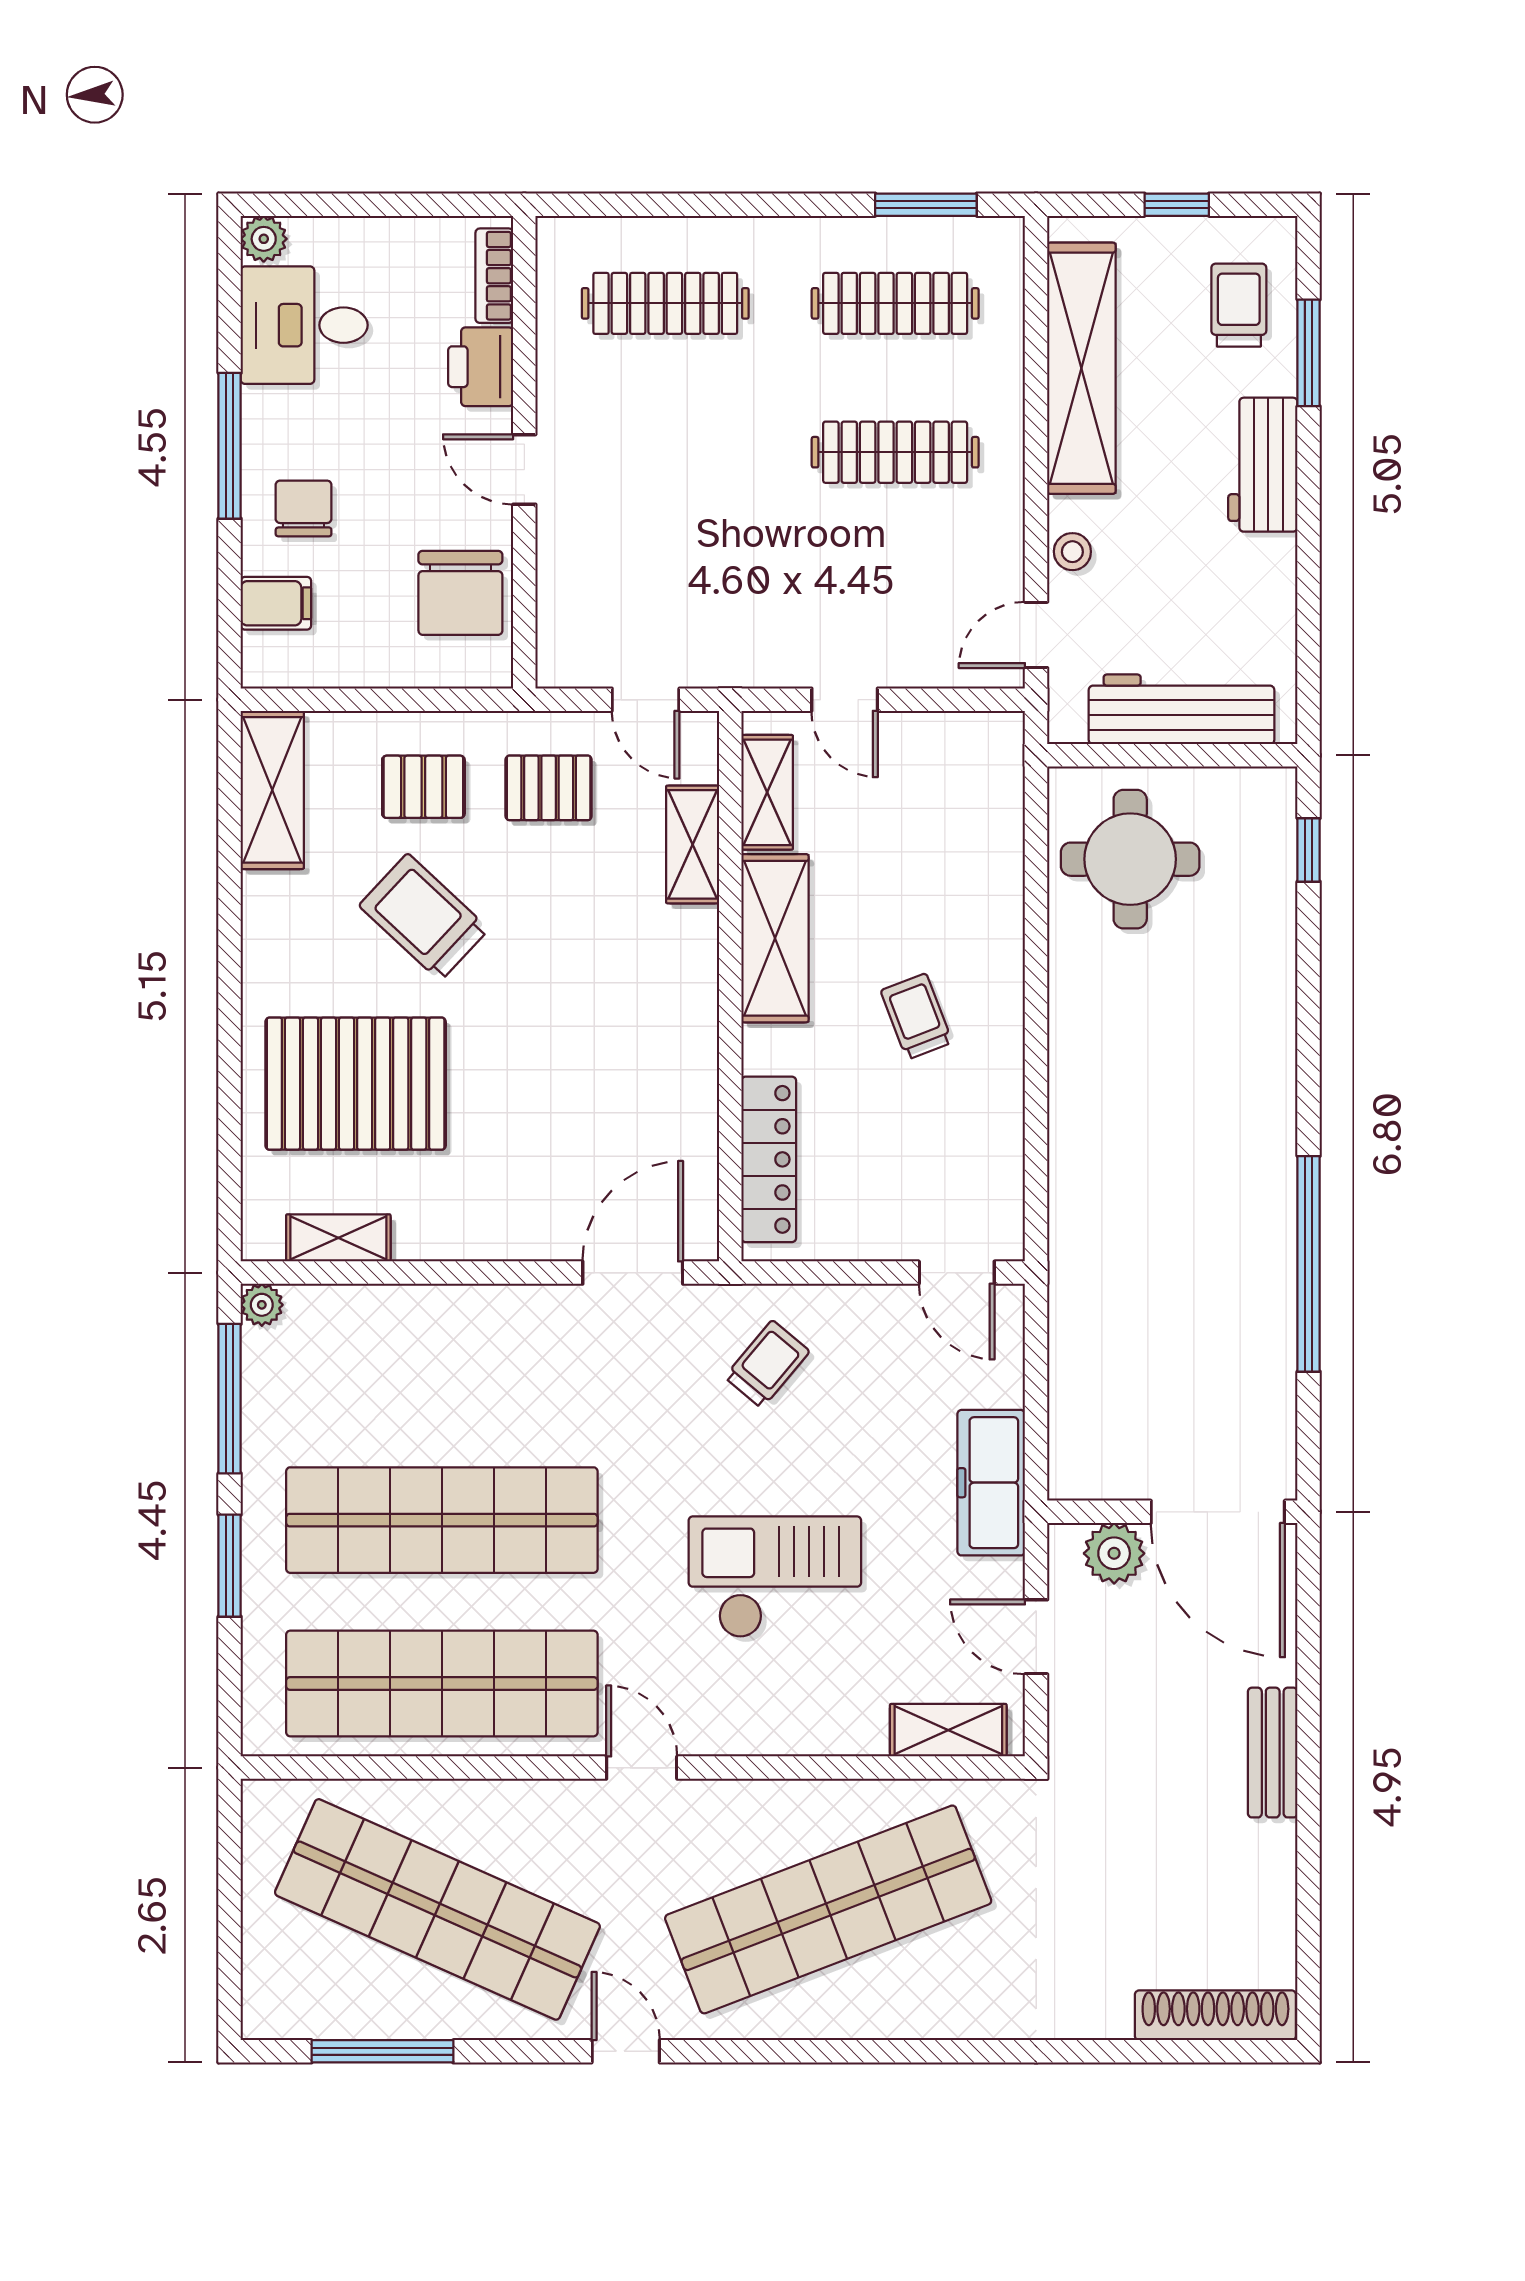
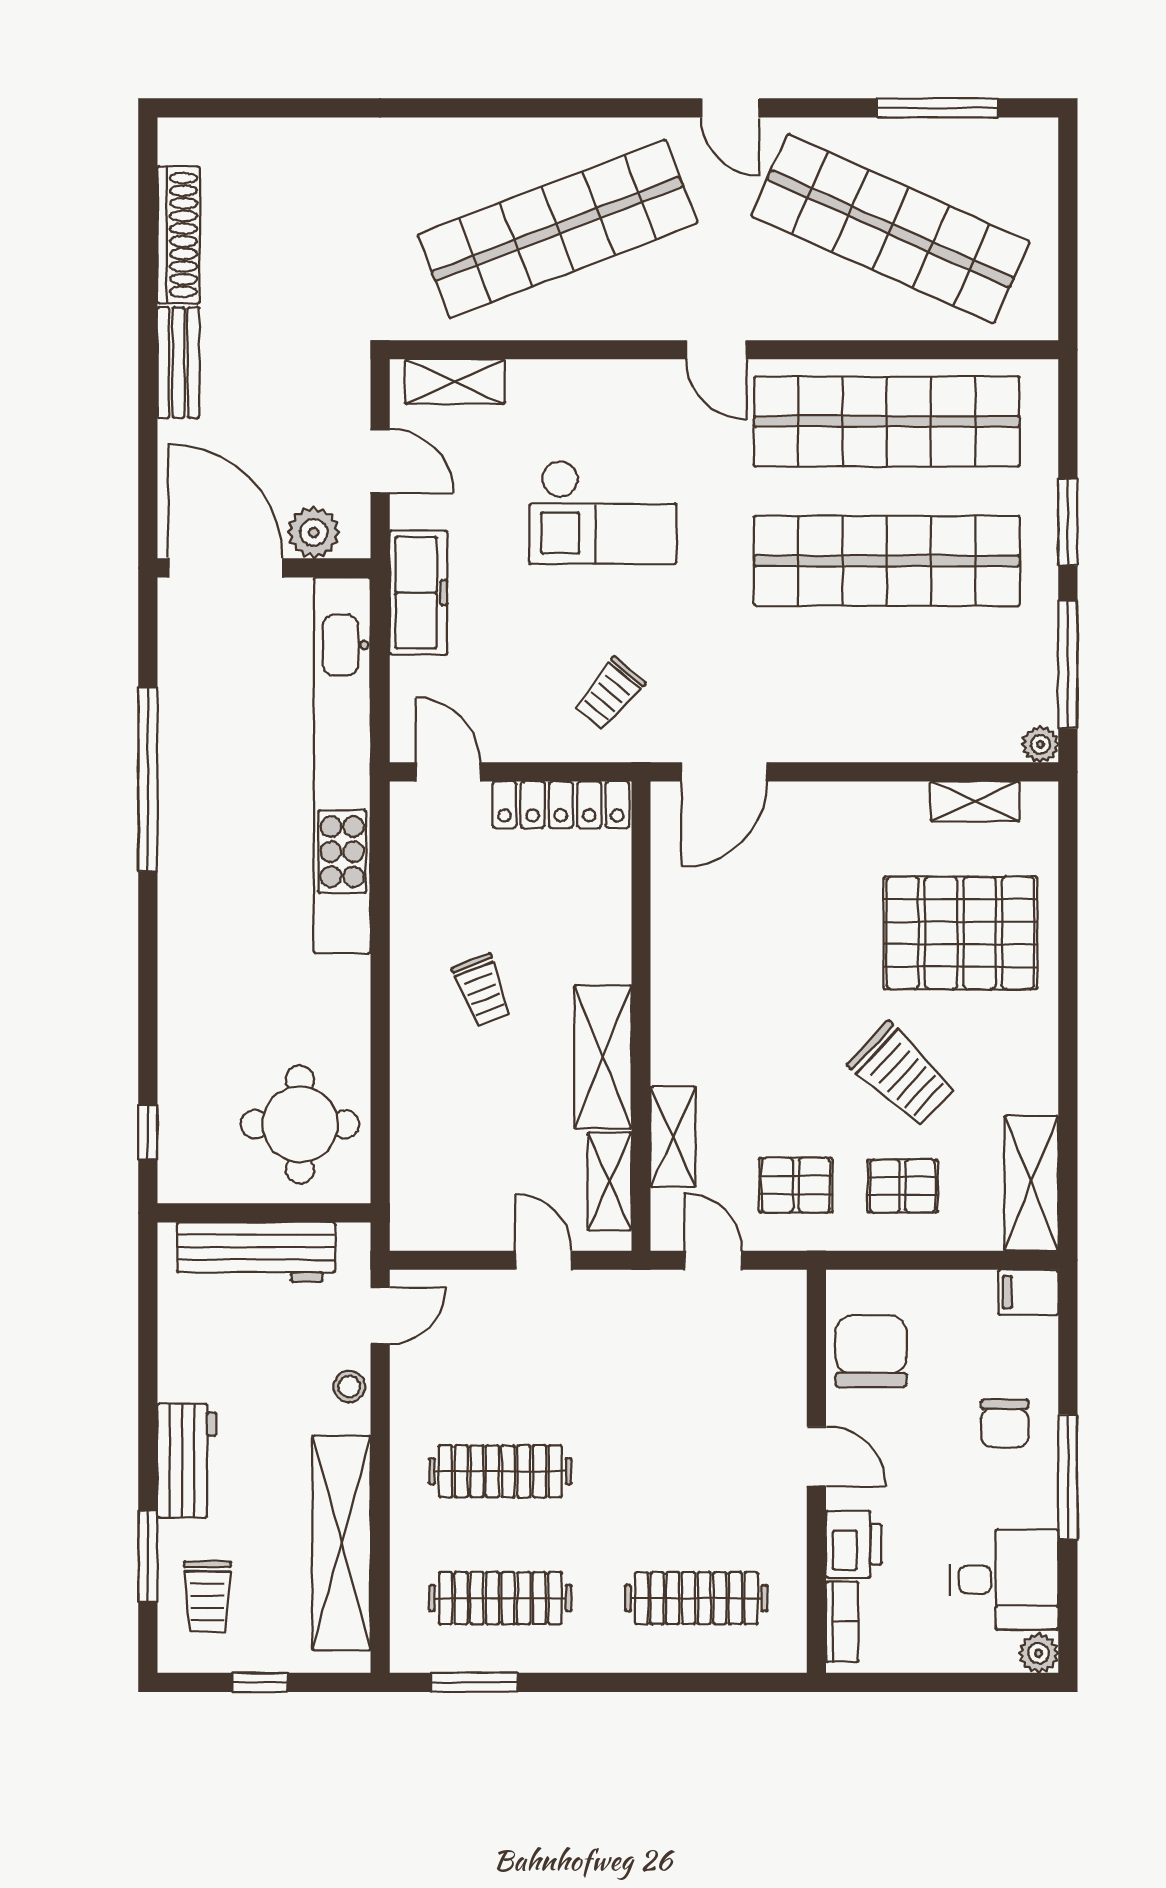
filing cabinet: (276, 603) -> (1028, 1292), moved
locker: (769, 1159) -> (561, 805), moved, turned -90
kitchen unit: (1081, 1280) -> (342, 765), added
shoe rack: (1215, 2015) -> (178, 235), moved, turned -90

